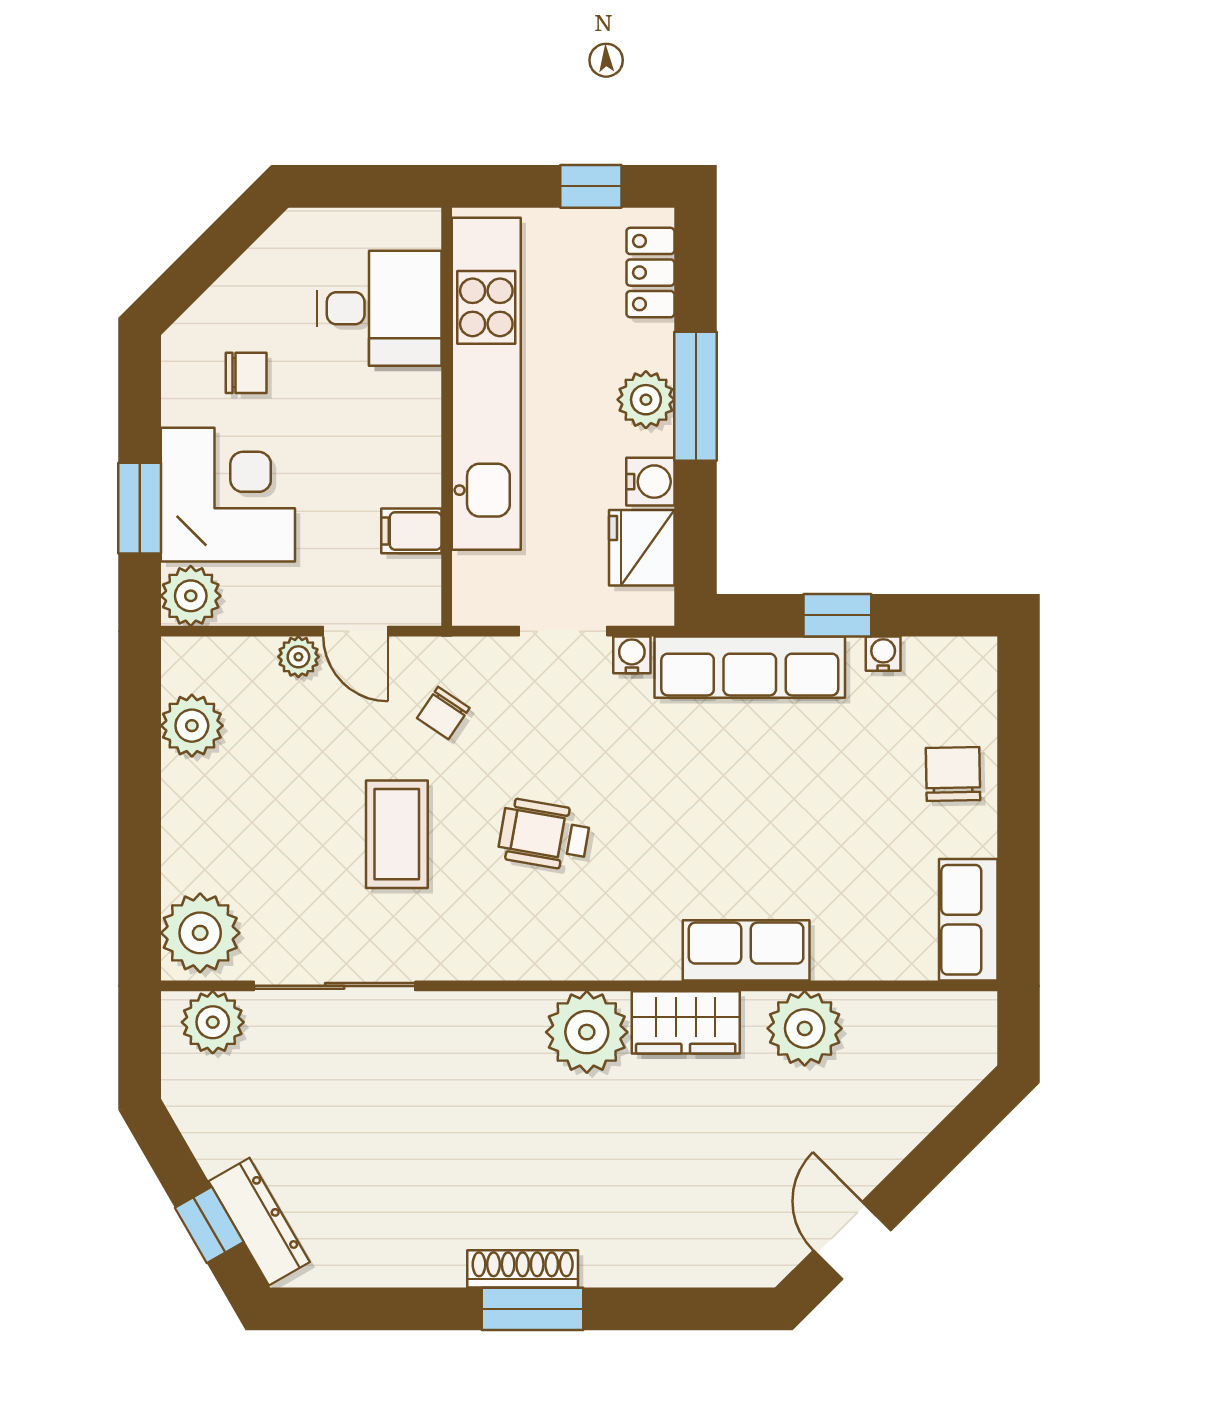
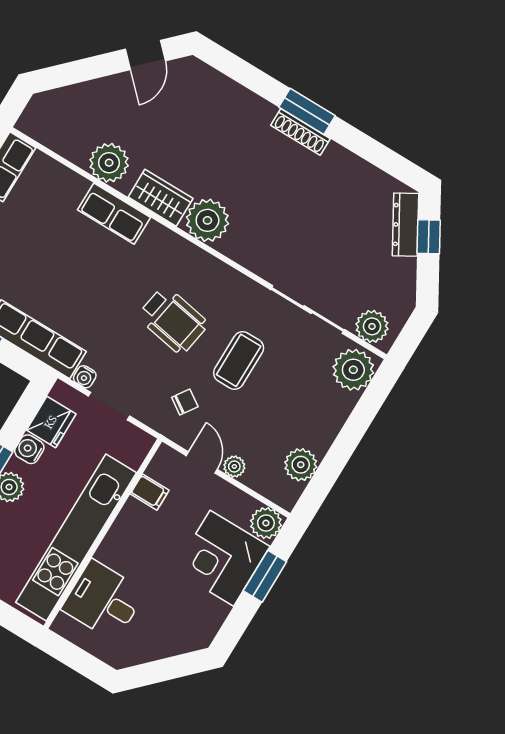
chair: (246, 373) -> (181, 608), removed
wheelchair: (544, 835) -> (173, 320), width x1.36, depth x1.37

